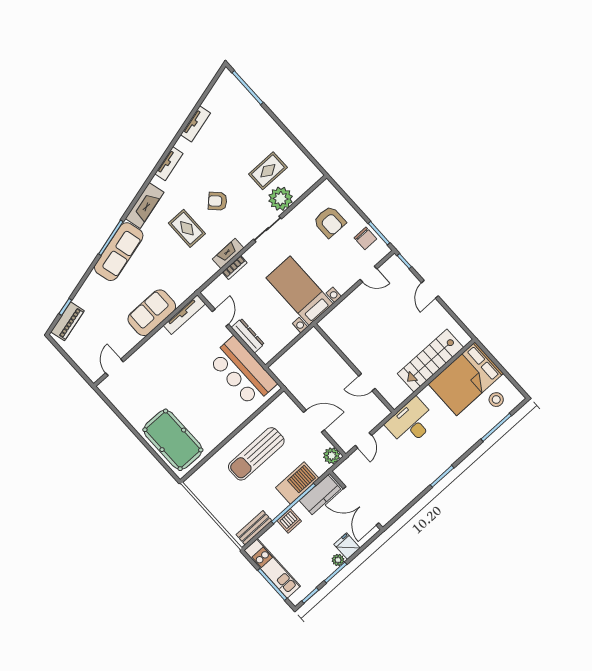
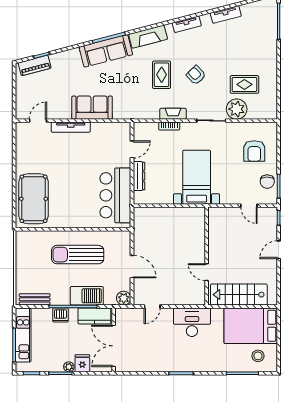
tv unit: (184, 315) -> (71, 127), moved
wall: (354, 368) -> (207, 256), moved
door: (367, 382) -> (207, 272), moved

